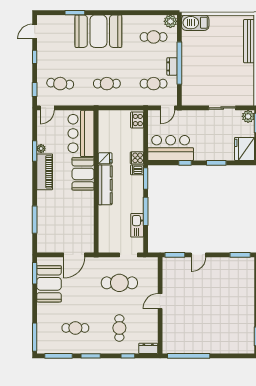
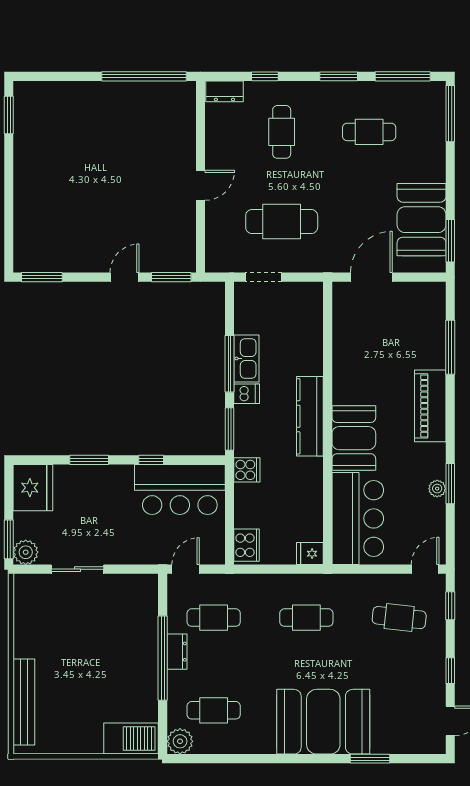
fridge: (105, 158) -> (310, 554), moved
dishwasher: (137, 170) -> (247, 394), moved
piano: (45, 172) -> (430, 406), moved
kitchen sink: (137, 225) -> (246, 358), moved

